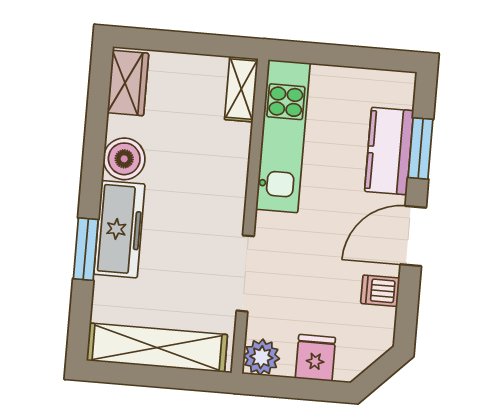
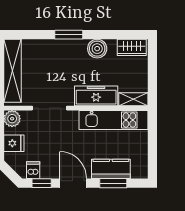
freezer: (119, 229) -> (96, 96), moved, turned 180
window: (86, 249) -> (69, 35), moved
dishwasher: (380, 291) -> (33, 170), moved
window: (407, 305) -> (42, 183), added

